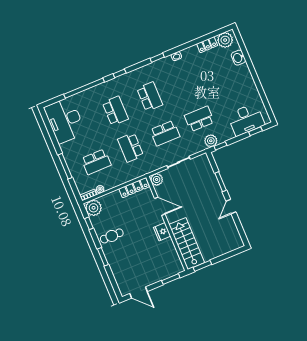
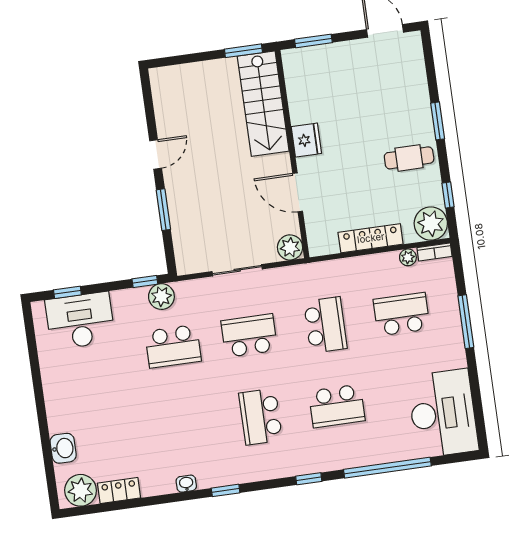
school desk: (115, 111) -> (337, 406), turned -90
locker: (134, 188) -> (371, 238), moved

